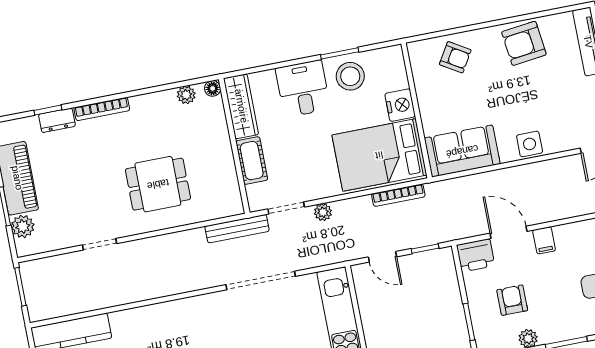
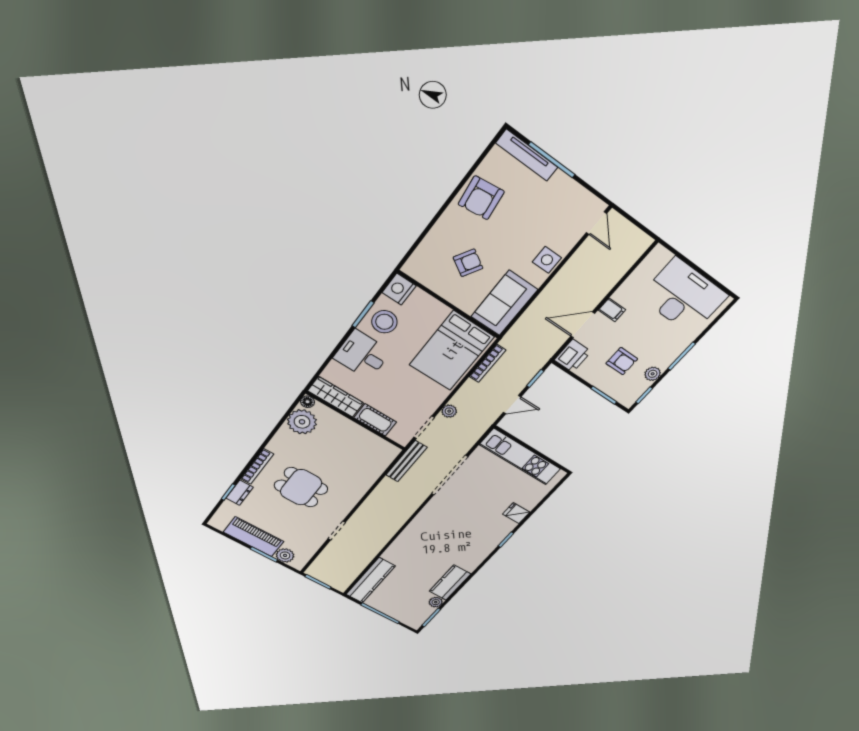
armchair: (455, 57) -> (468, 263), moved
plant: (186, 95) -> (302, 422), width x1.88, depth x1.88
nightstand: (400, 105) -> (399, 289), moved, turned -90
dining table: (158, 184) -> (301, 487), moved, turned 90
armchair: (512, 300) -> (622, 361), turned 180

